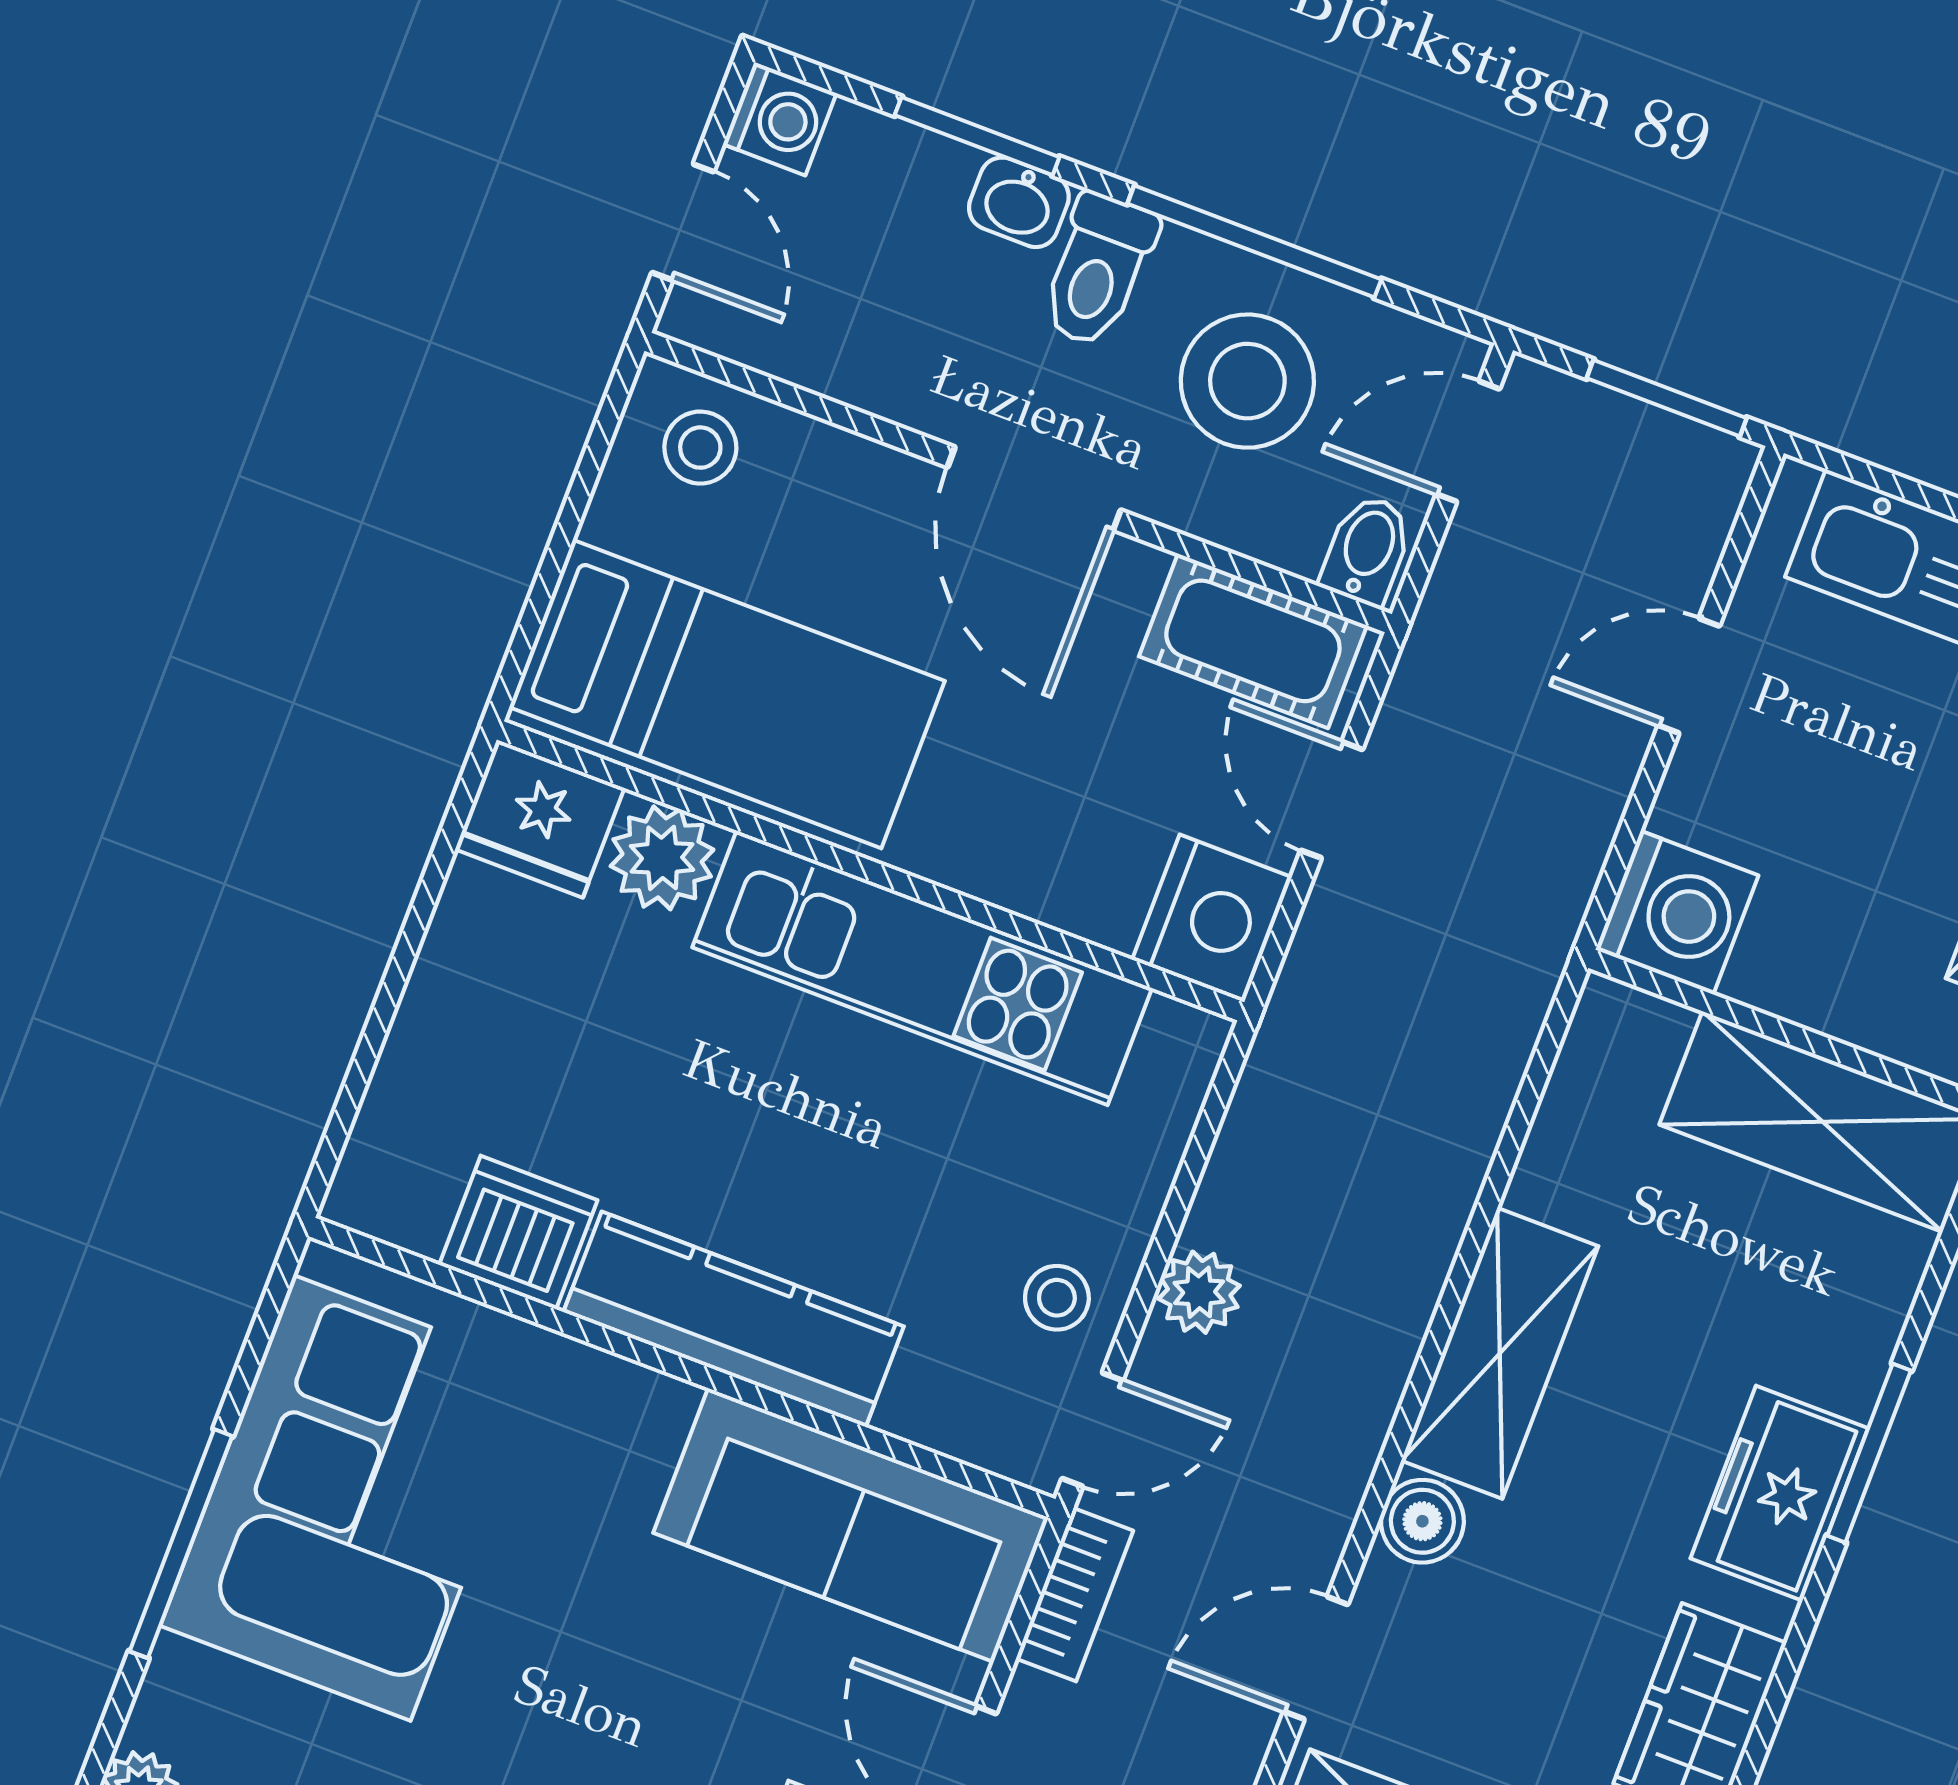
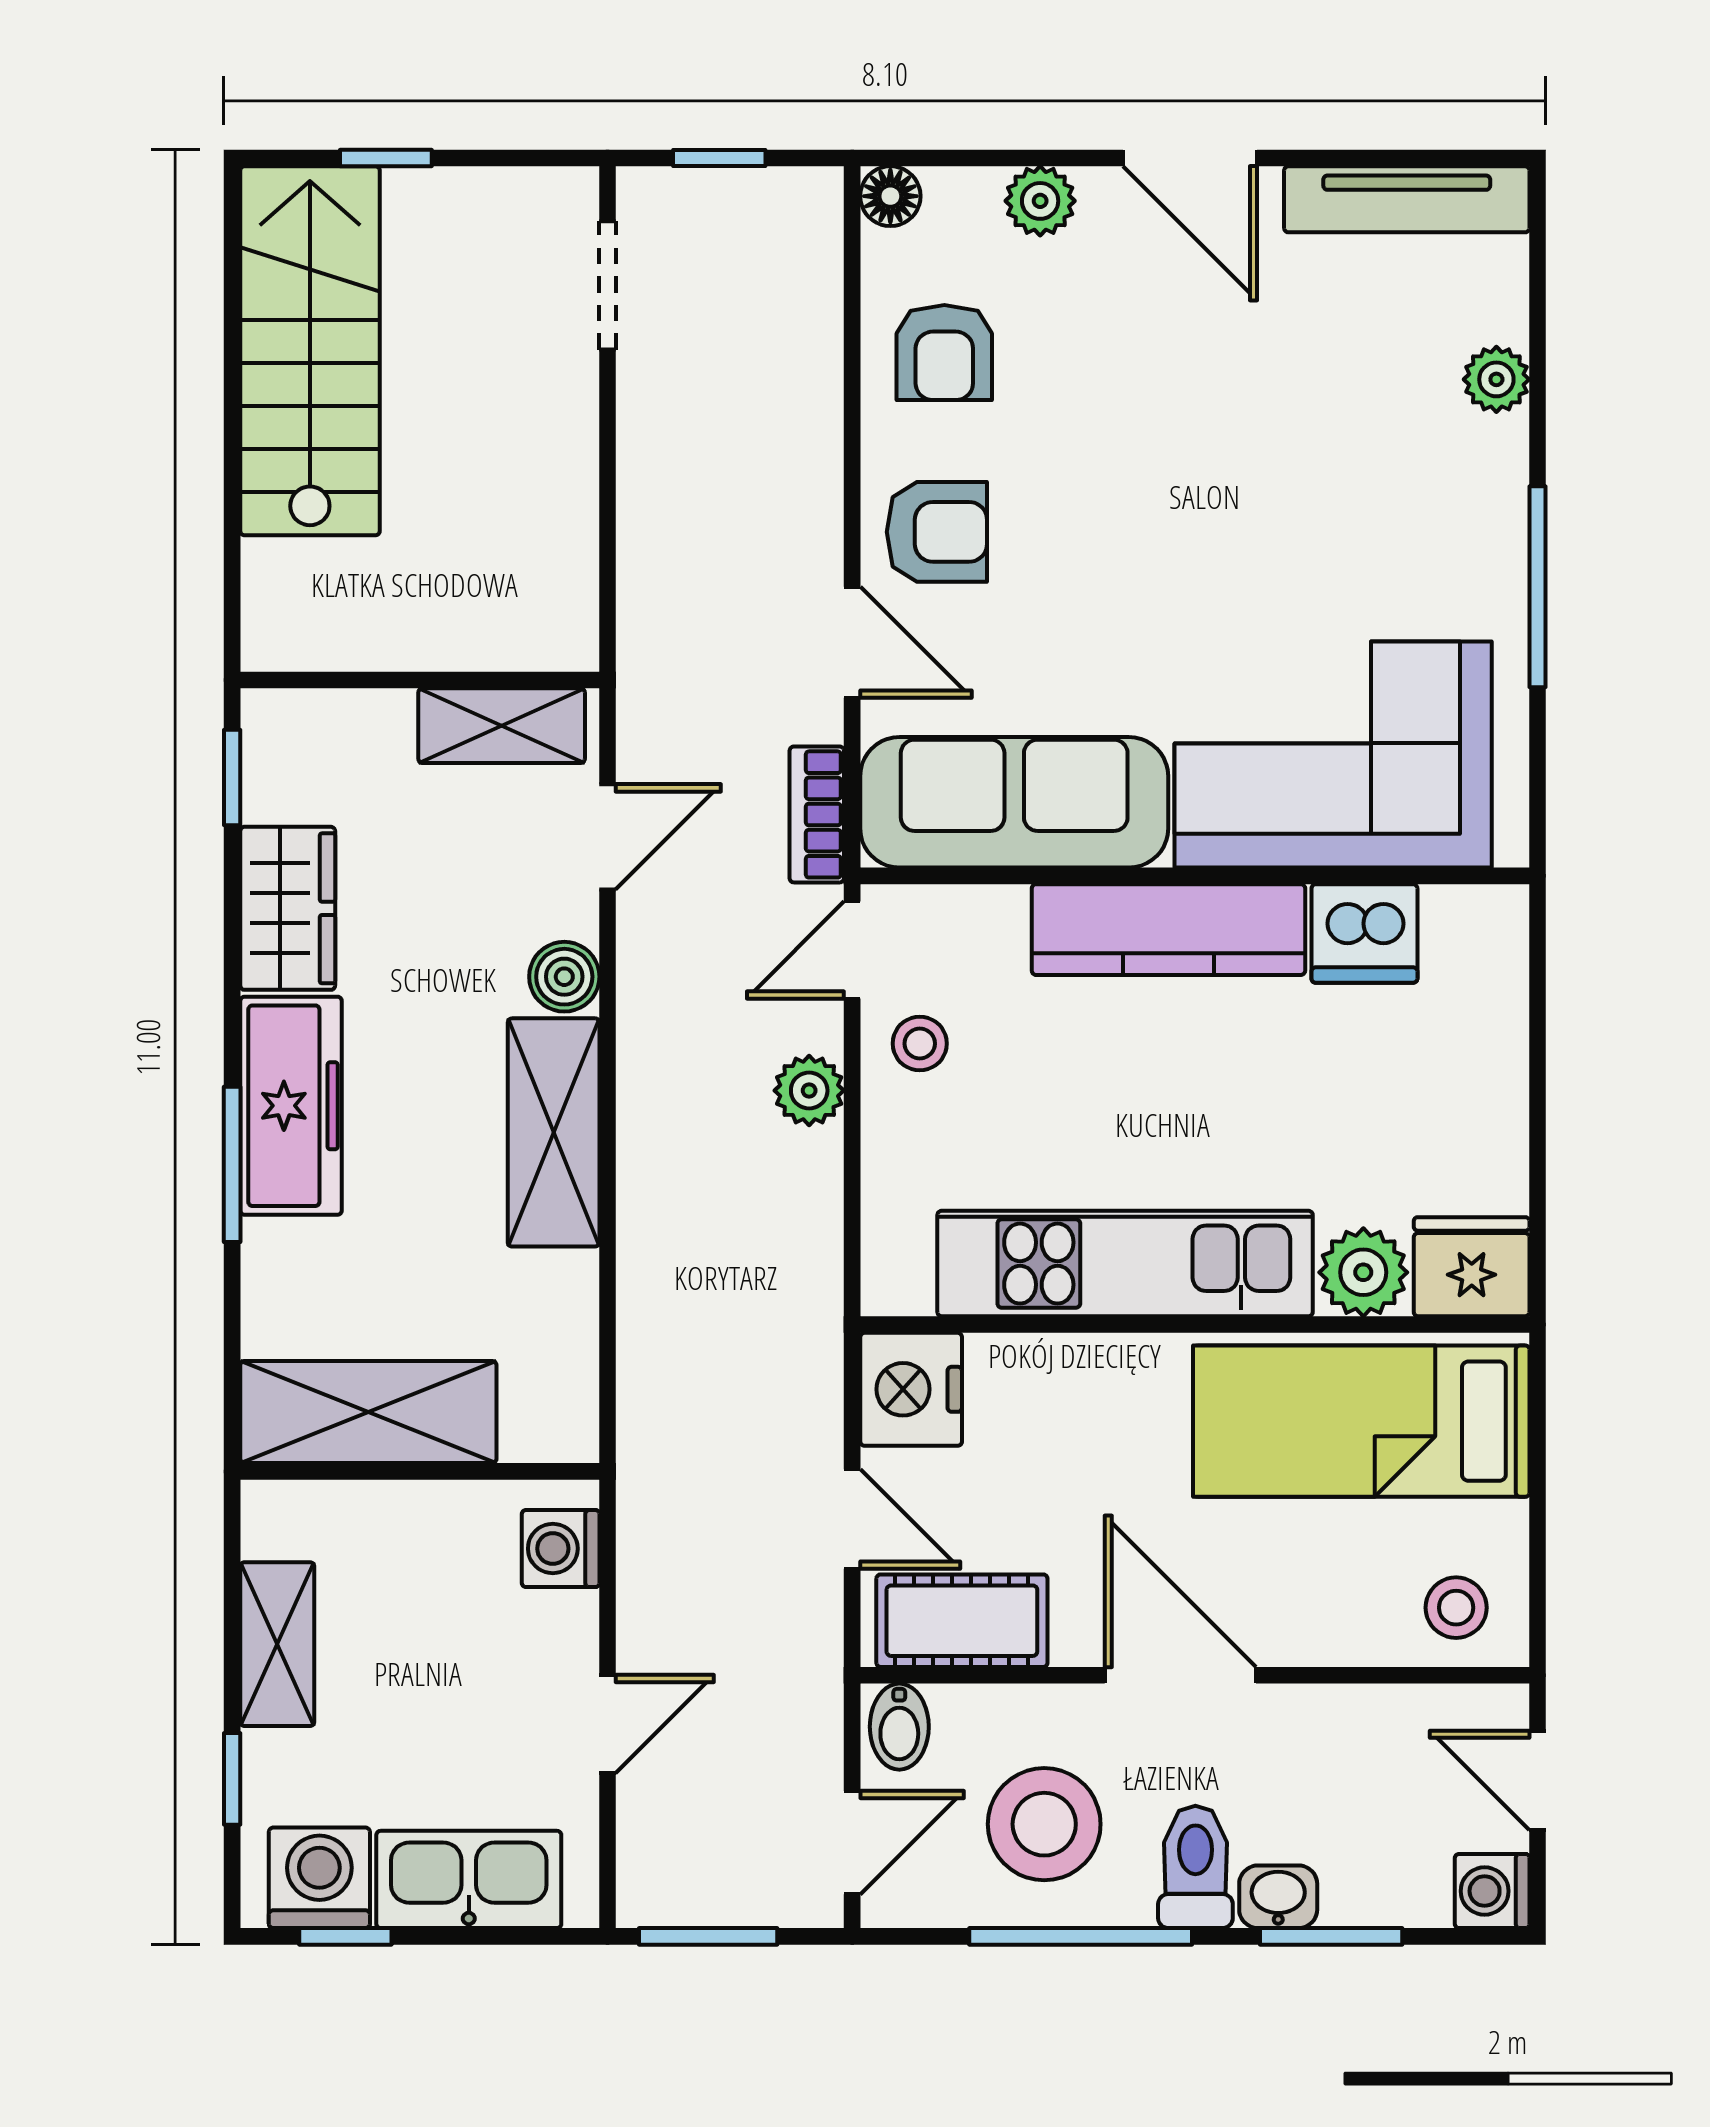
washing machine: (1677, 912) -> (561, 1549), width x0.73, depth x0.73
freezer: (1779, 1493) -> (291, 1106), width x1.40
corner sofa: (352, 1498) -> (1333, 755), moved, turned 90

